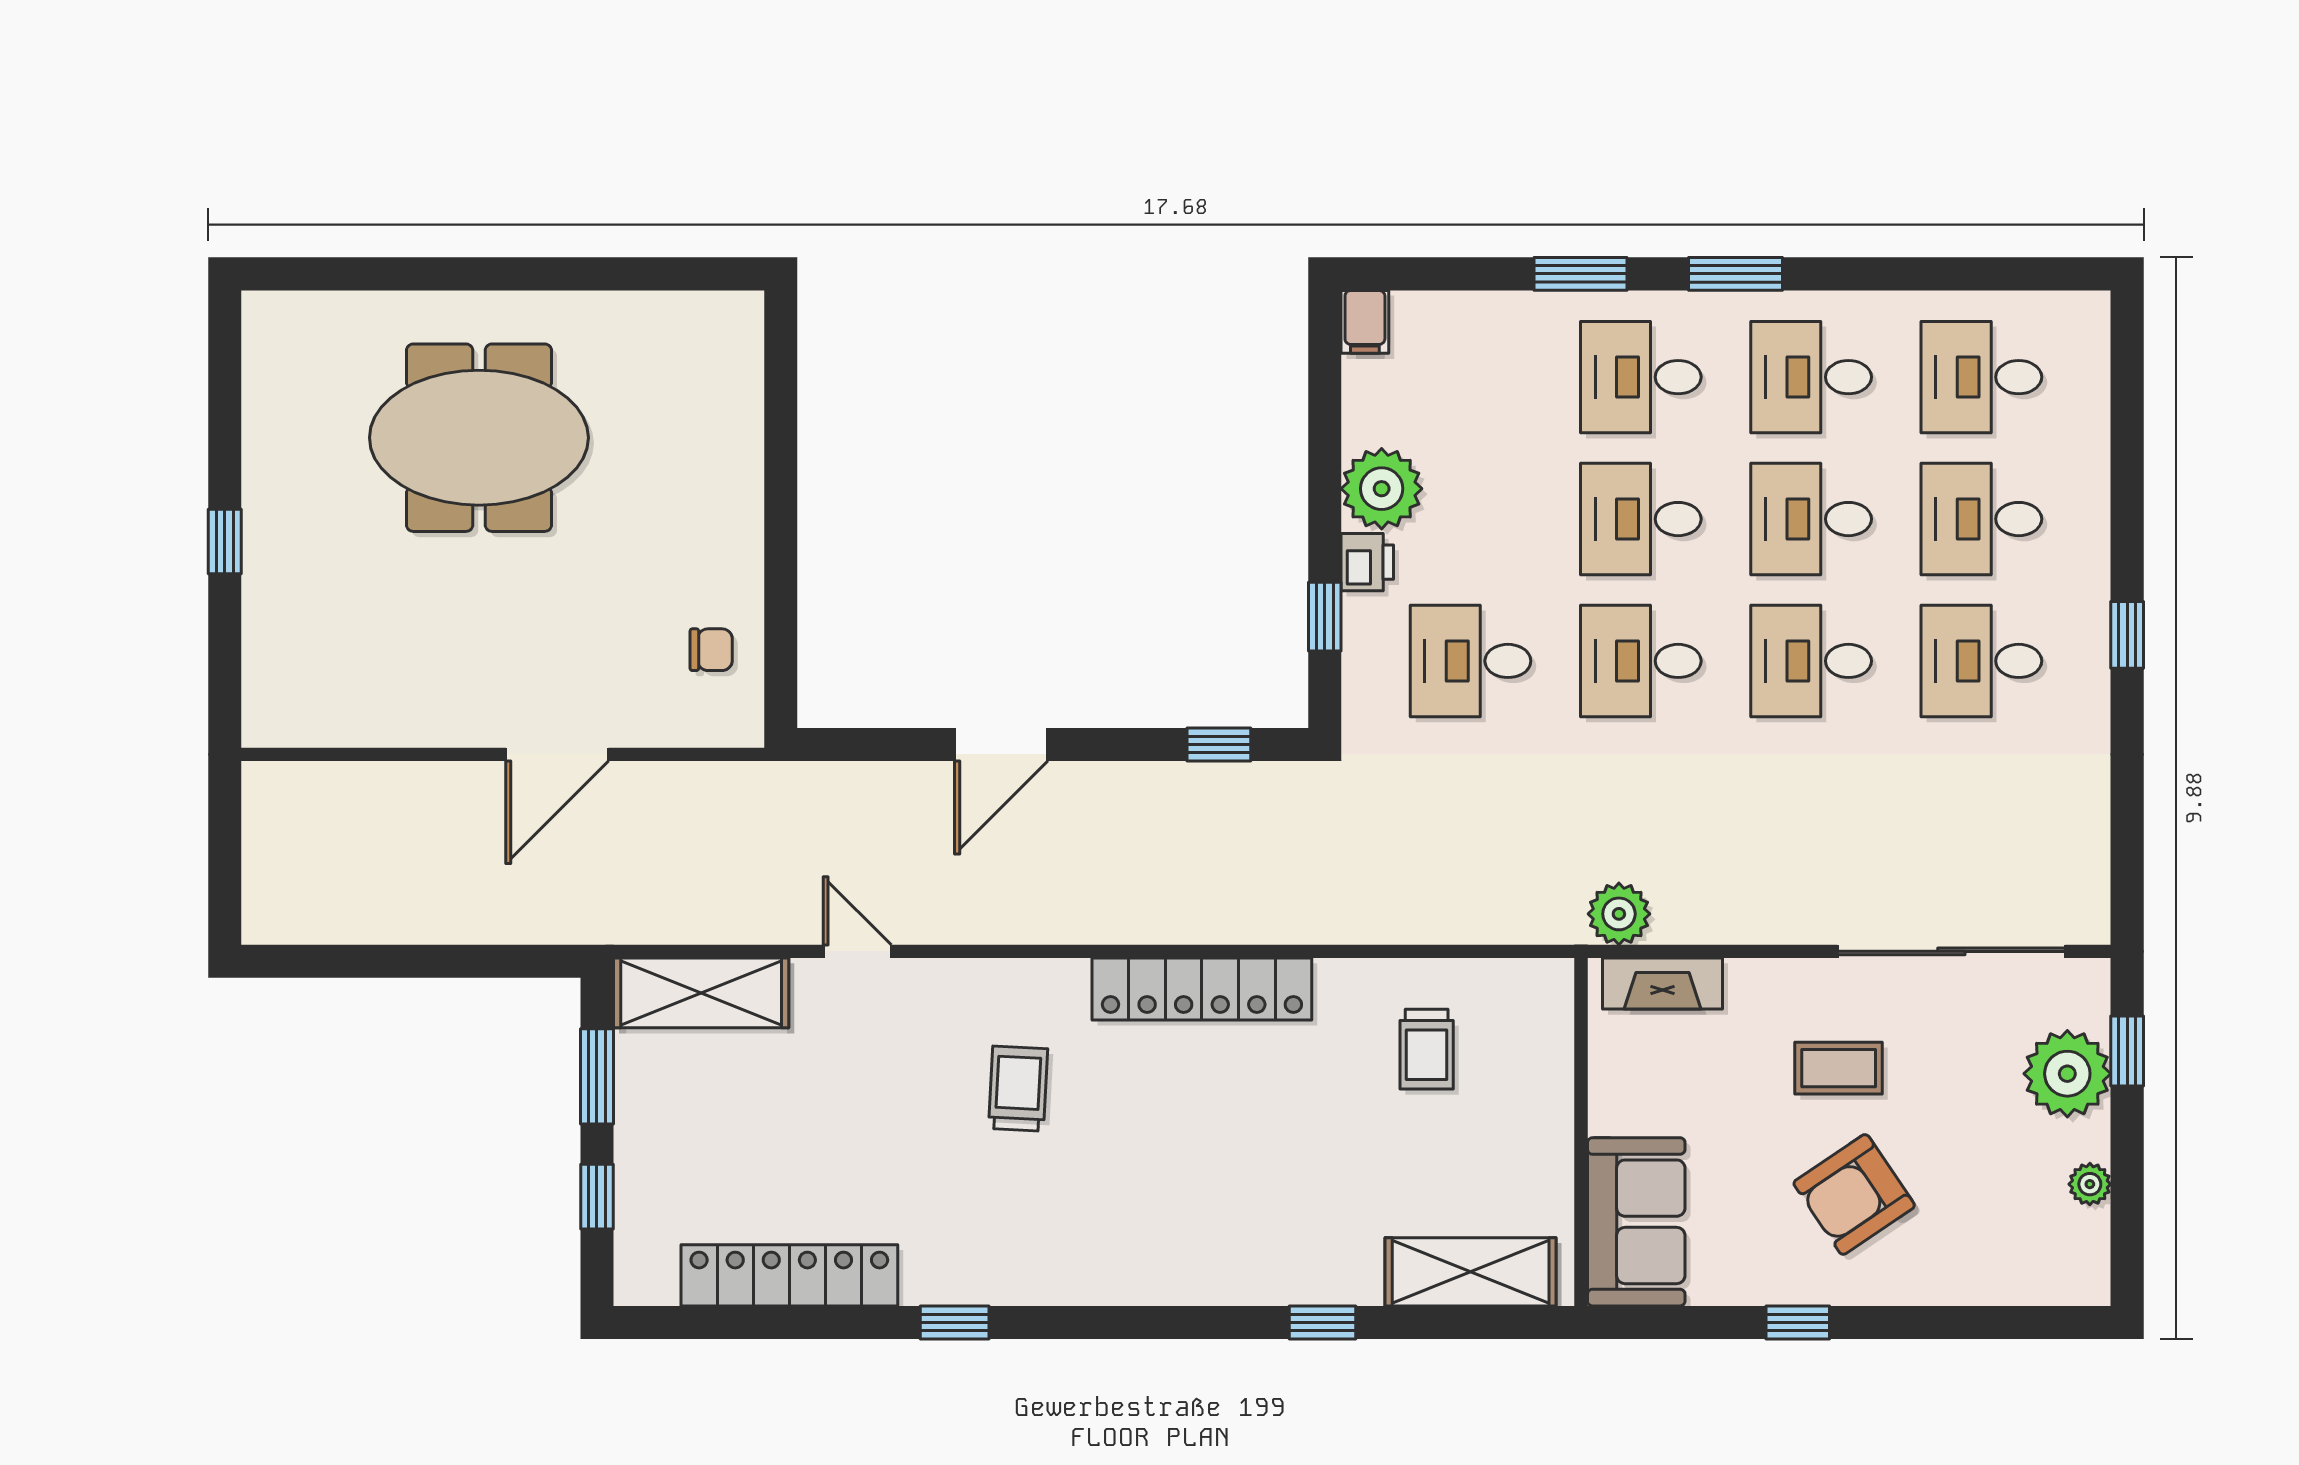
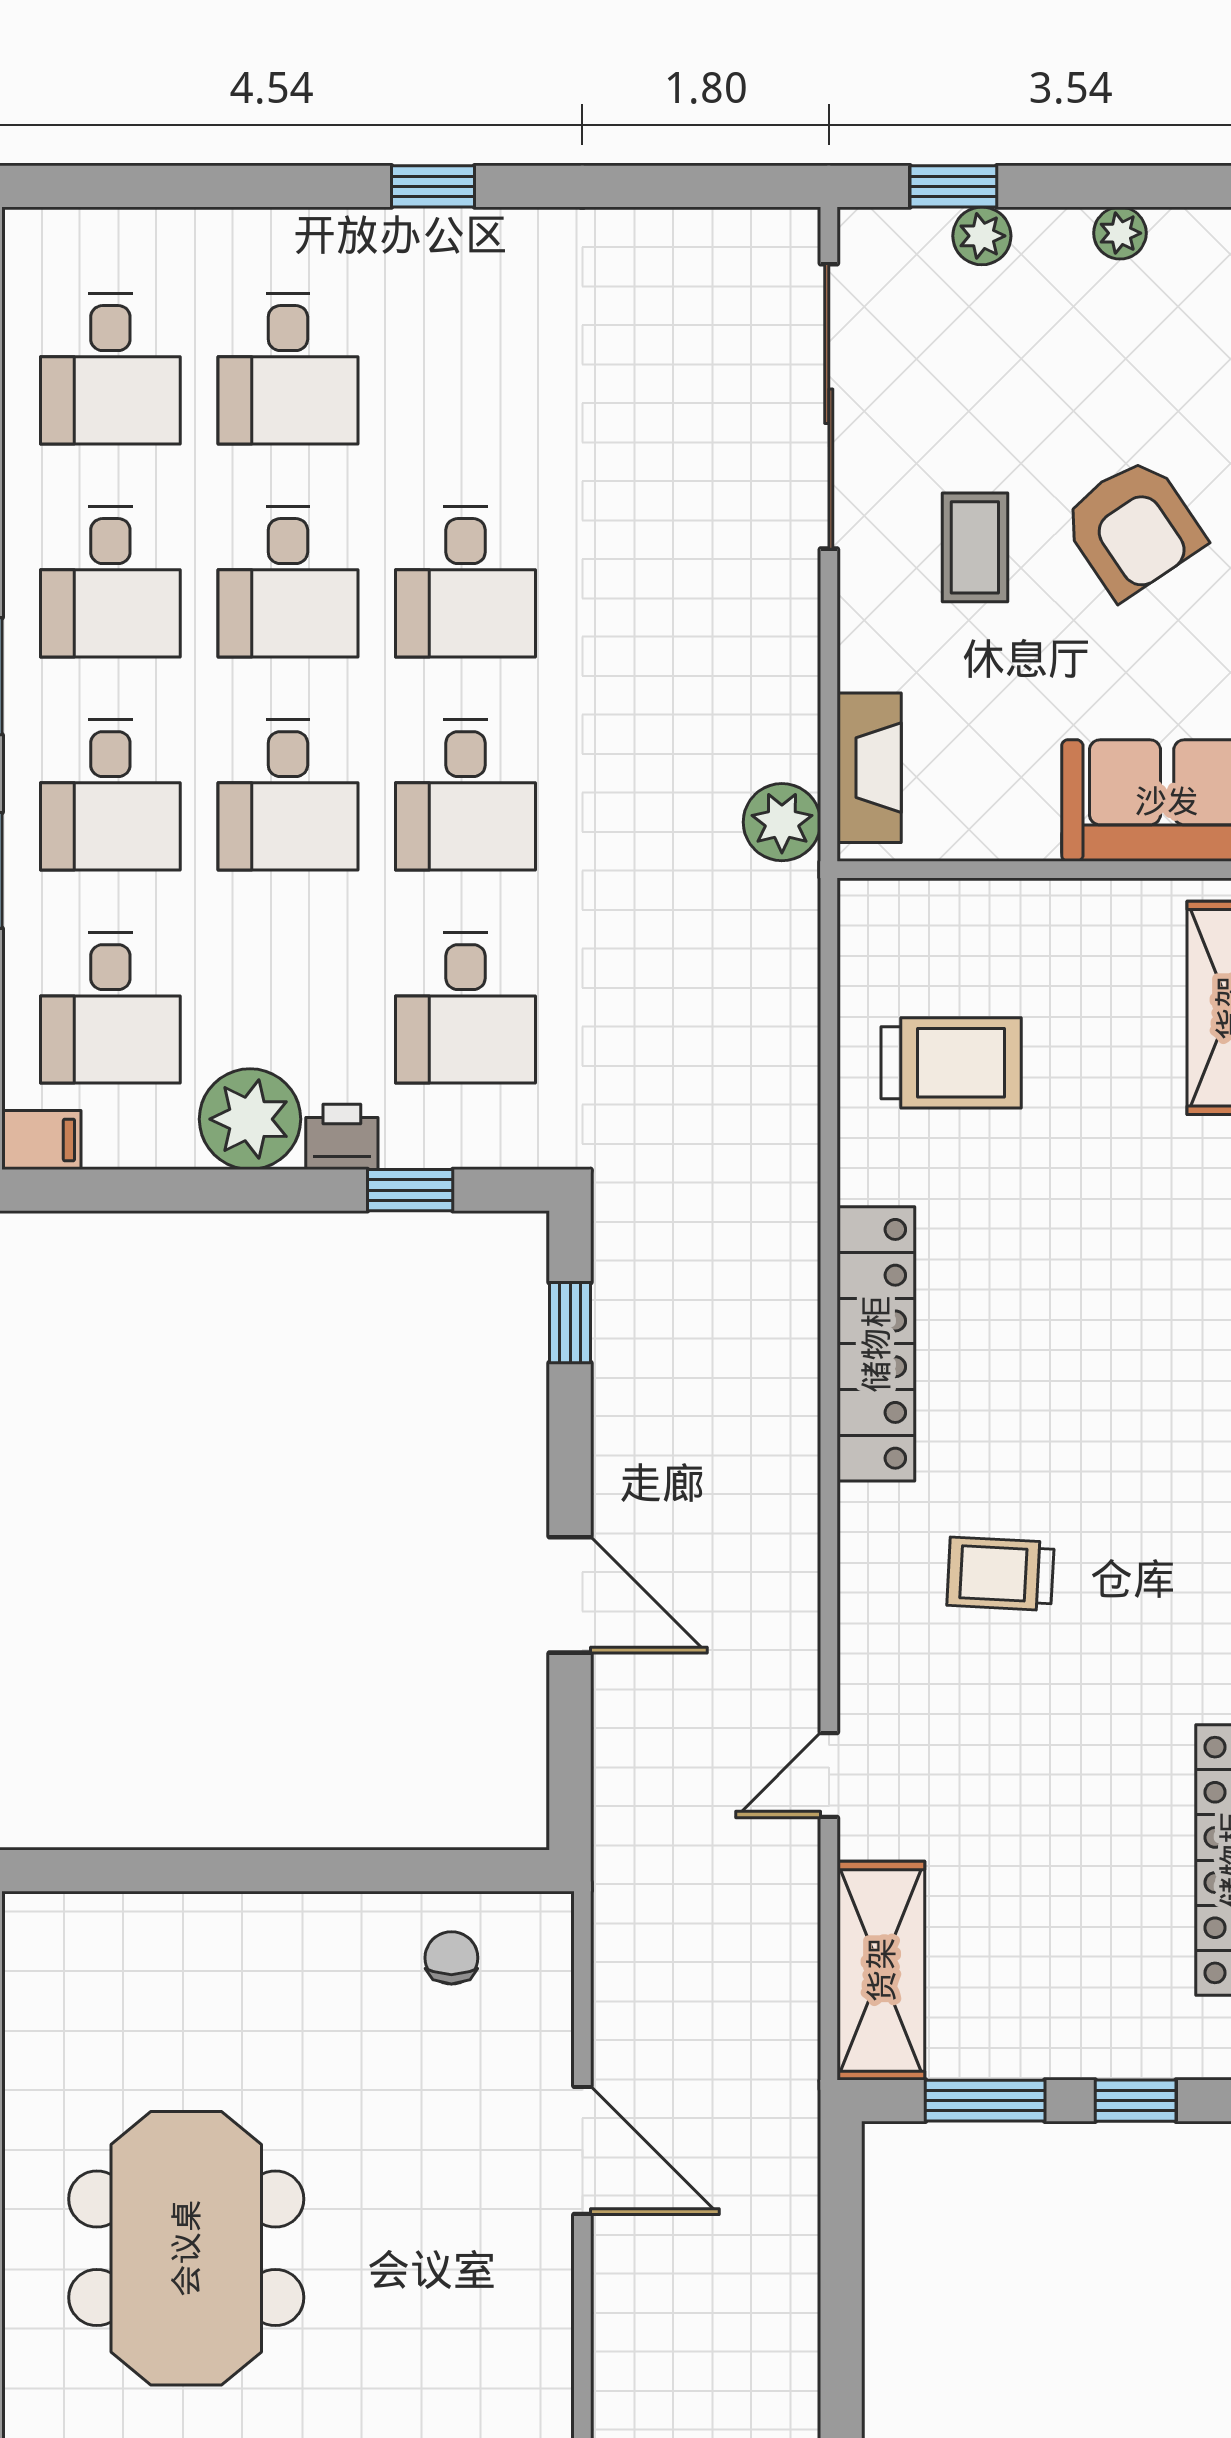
desk: (1981, 661) -> (110, 1008), moved
trolley: (1427, 1049) -> (951, 1063), width x1.36, depth x1.39
plant: (2067, 1074) -> (982, 236), width x0.53, depth x0.53

